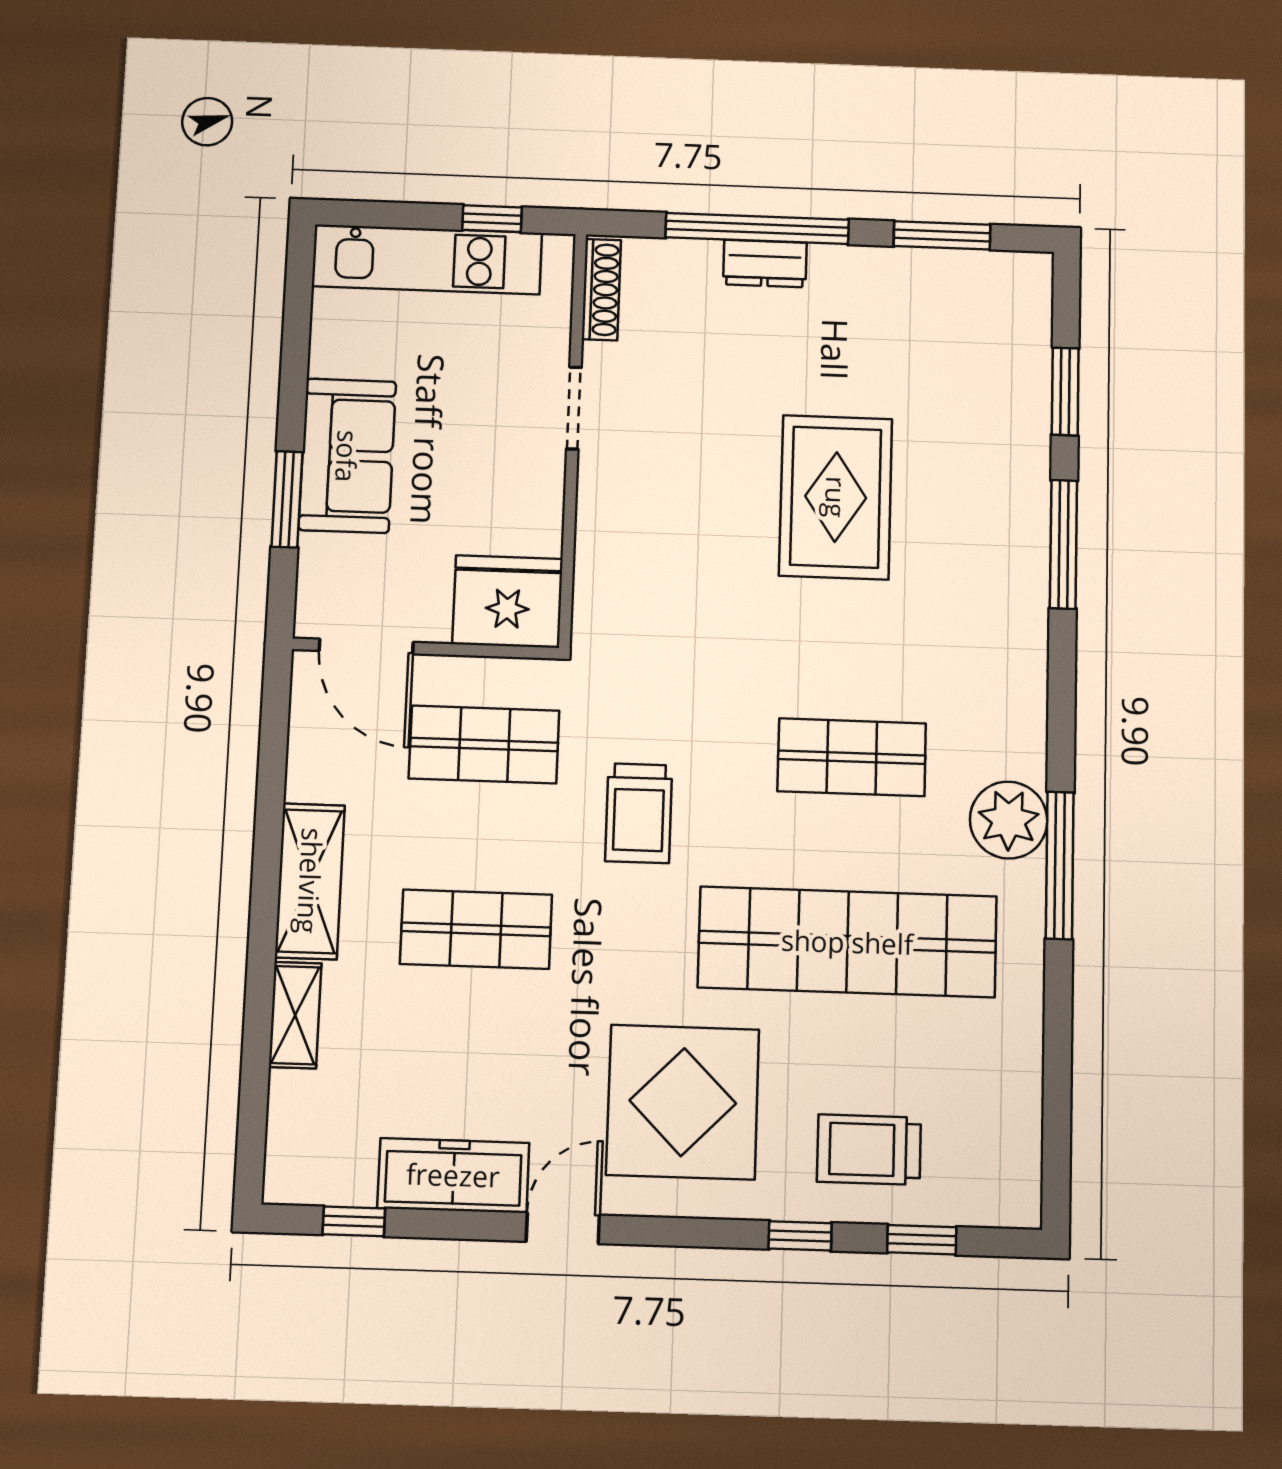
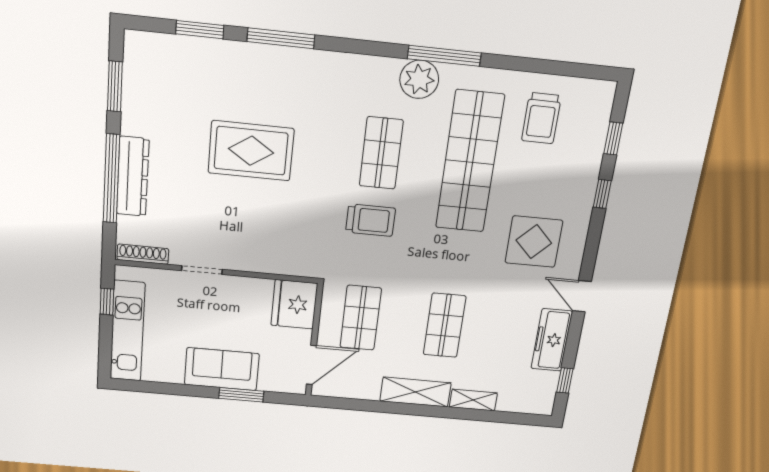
dresser: (765, 264) -> (133, 177), width x1.96, depth x1.24
trolley: (639, 813) -> (370, 220), moved
display table: (683, 1102) -> (534, 242), width x0.73, depth x0.73
trolley: (869, 1150) -> (541, 118), moved

